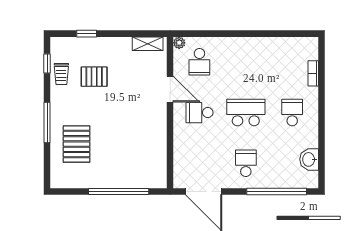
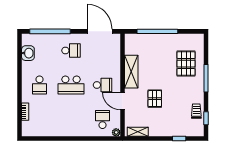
pallet: (94, 77) -> (155, 99), moved, turned 90
shelving: (157, 132) -> (131, 72), added
school desk: (246, 163) -> (71, 51), turned -90

